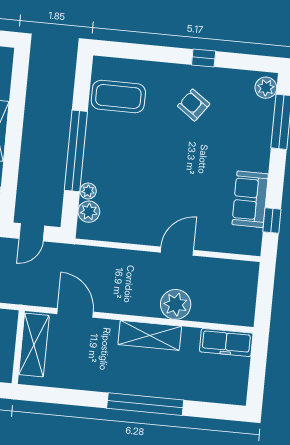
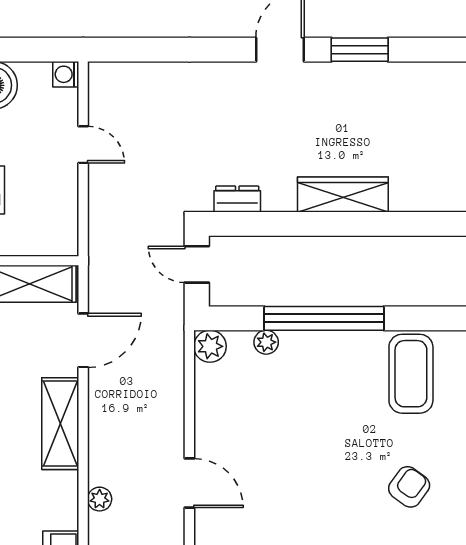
plant: (89, 212) -> (210, 346), moved
plant: (176, 304) -> (100, 499), width x0.53, depth x0.53
shelving: (150, 335) -> (60, 424), moved

